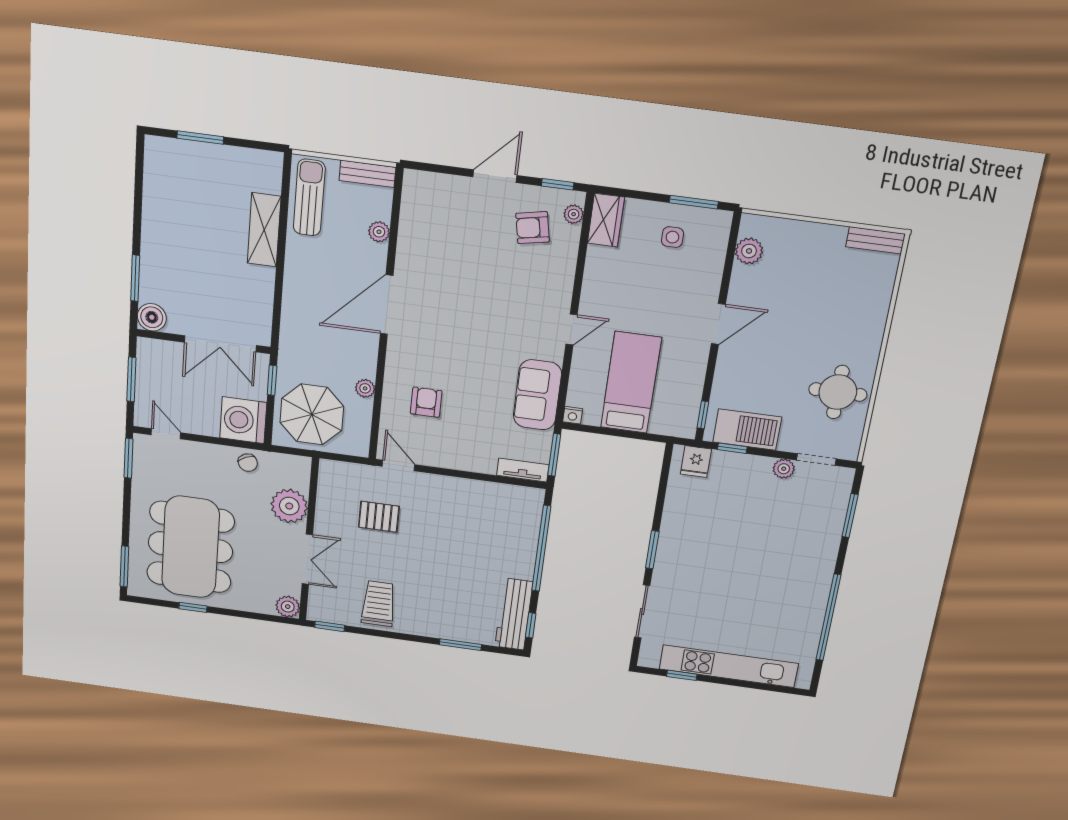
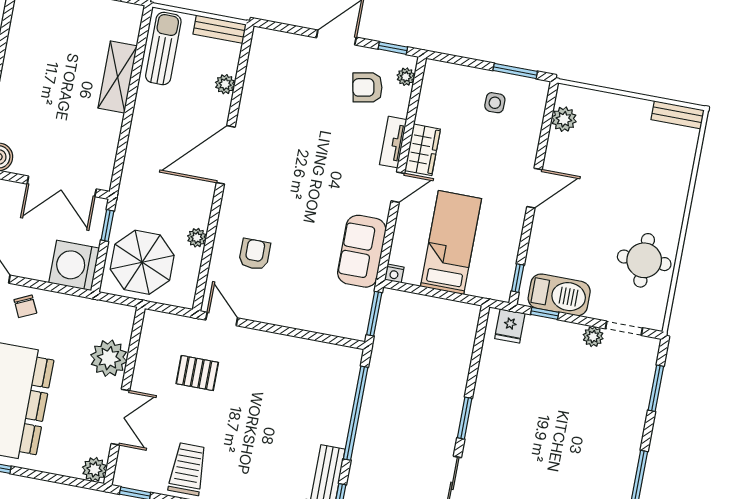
wardrobe: (606, 220) -> (423, 150), moved
chair: (248, 463) -> (25, 306), moved
tv unit: (523, 470) -> (393, 142), moved, turned -90

